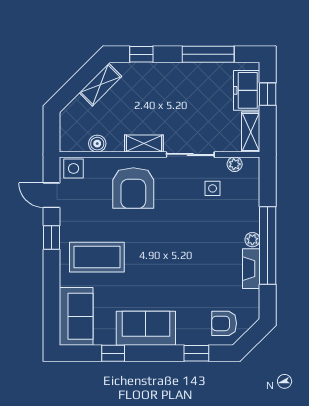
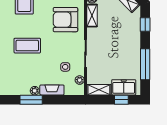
shelving: (144, 143) -> (92, 16), moved
window: (268, 246) -> (31, 100), width x0.47
coffee table: (177, 252) -> (27, 46), added
fireplace: (251, 269) -> (52, 90), moved

